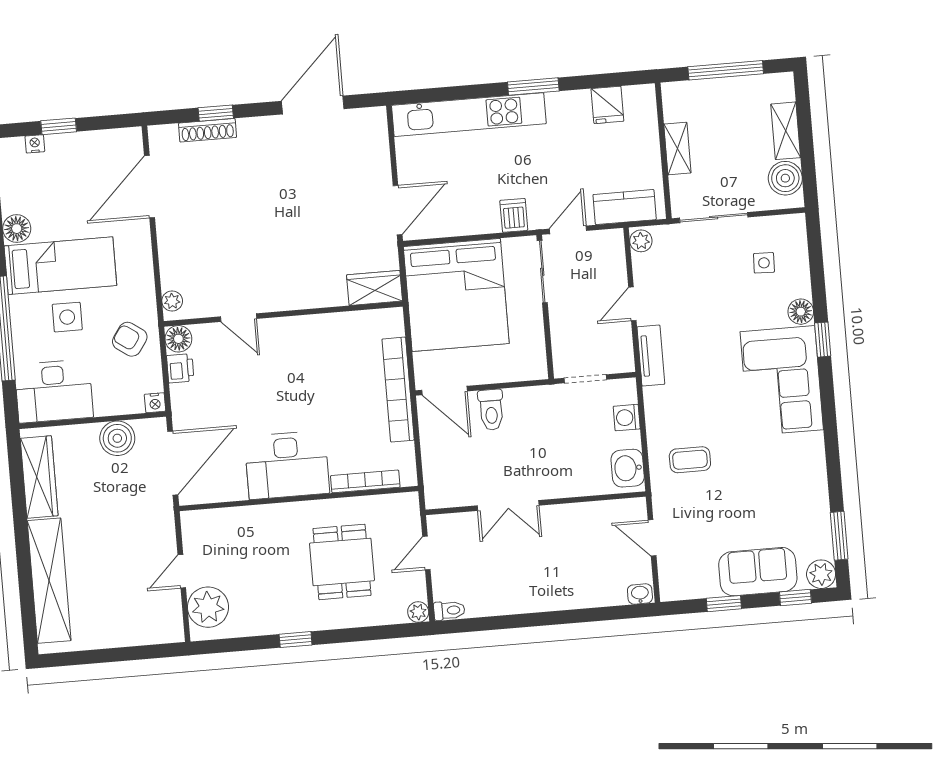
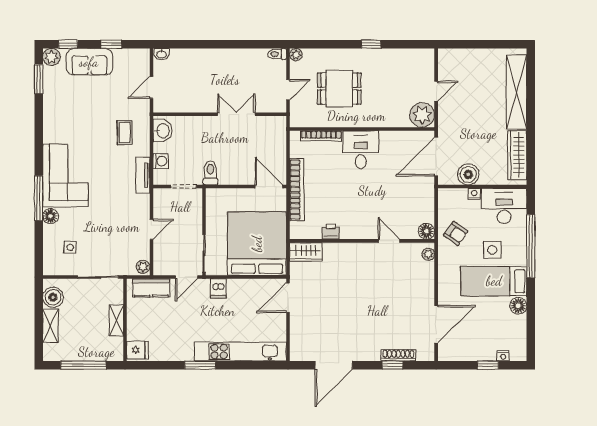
fridge: (607, 105) -> (137, 350), moved, turned 90
window: (823, 340) -> (39, 198), width x2.17
tv unit: (651, 356) -> (143, 175), moved
printer: (180, 368) -> (331, 232), moved, turned 90
nightstand: (155, 403) -> (474, 194), moved
toilet: (491, 410) -> (210, 173), moved
coffee table: (690, 460) -> (125, 133), turned 90
desk: (287, 465) -> (361, 150), width x0.73
door: (652, 538) -> (151, 87), swing flipped
dining table: (342, 562) -> (339, 89), turned 90
plant: (208, 607) -> (422, 115), moved

